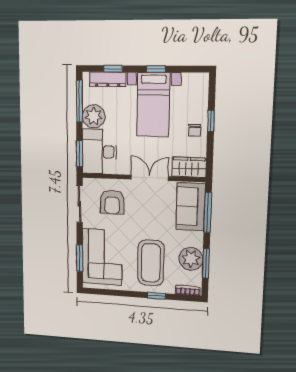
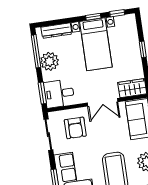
window: (113, 69) -> (117, 13), moved
chair: (195, 130) -> (132, 59), removed
desk: (99, 152) -> (59, 94), width x0.73
double door: (149, 178) -> (102, 102), swing flipped

